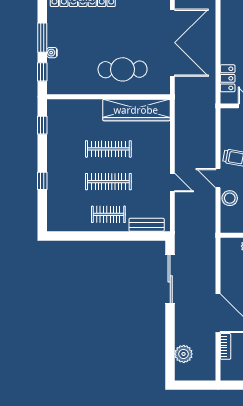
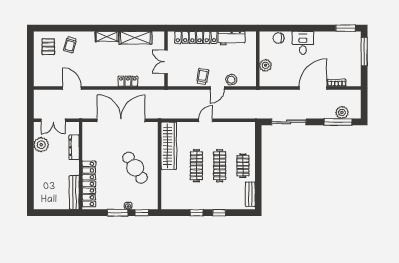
cafe table: (123, 69) -> (135, 168), moved, turned -32
locker: (228, 78) -> (128, 81), moved
window: (42, 125) -> (197, 213), moved
door: (172, 182) -> (206, 120), moved
bench: (147, 225) -> (250, 194), moved
window: (170, 348) -> (338, 122), added

